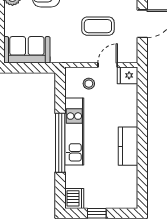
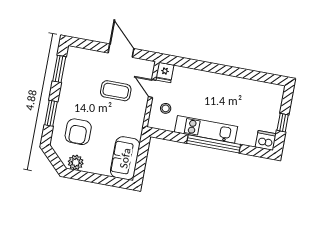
coffee table: (98, 26) -> (116, 91), turned 90
kitchen counter: (128, 146) -> (228, 84), removed

